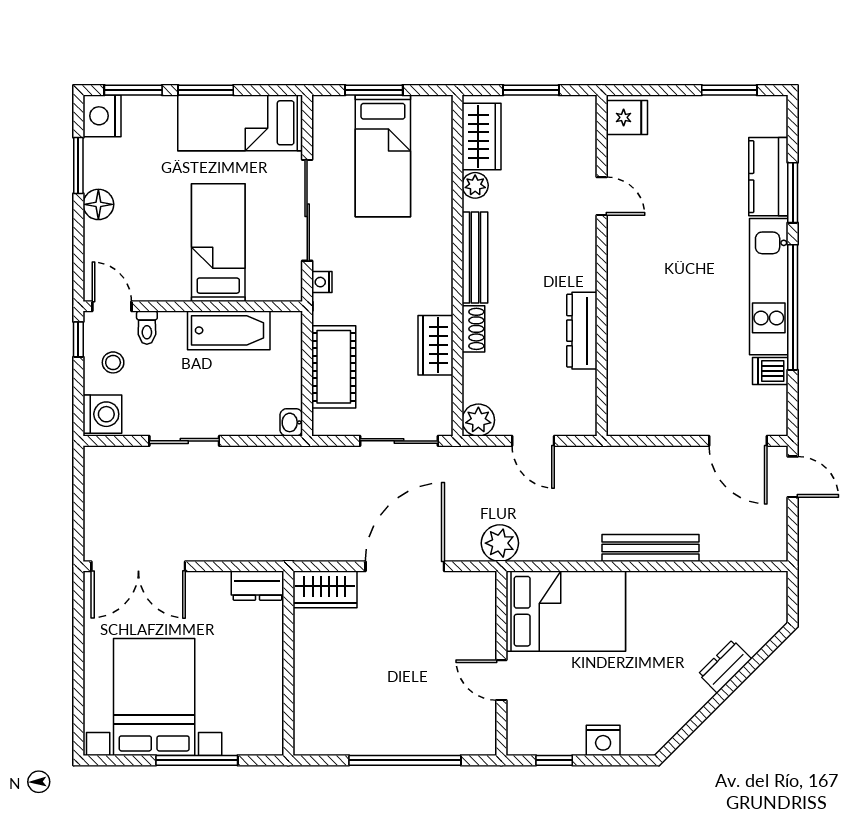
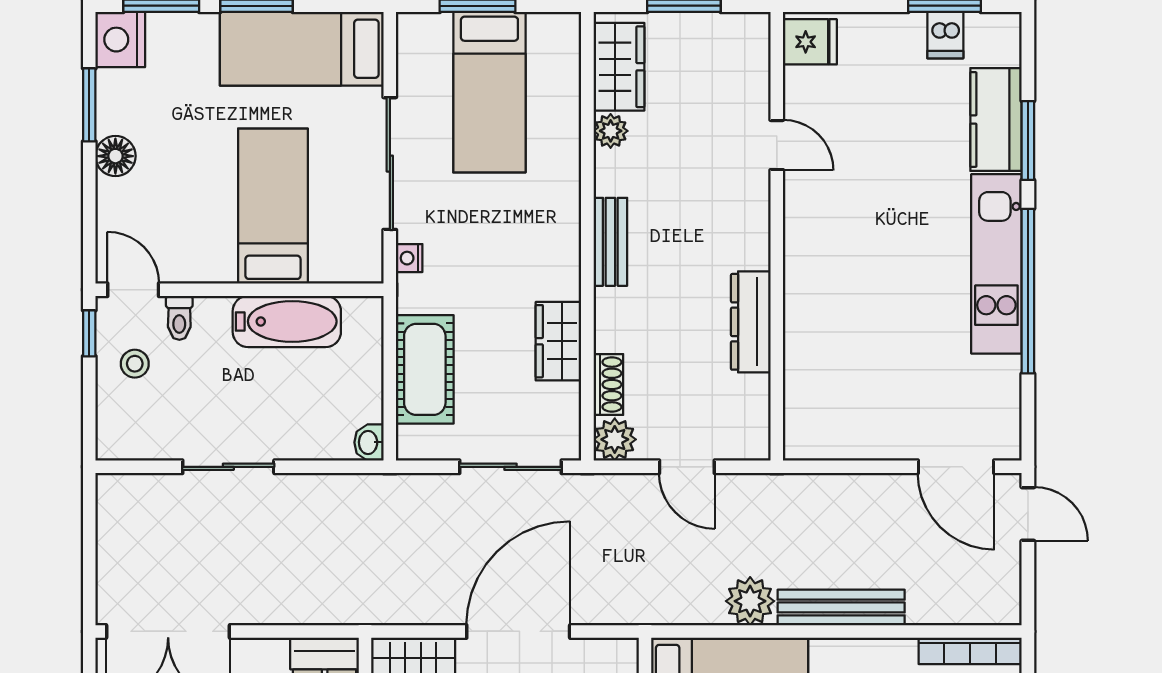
bench: (475, 258) -> (610, 242), width x0.73
shoe rack: (473, 329) -> (608, 384), moved
dishwasher: (770, 371) -> (945, 35), moved, turned -90
washing machine: (102, 414) -> (121, 432), removed
plant: (500, 543) -> (750, 601), moved
bookcase: (749, 581) -> (970, 651), added

